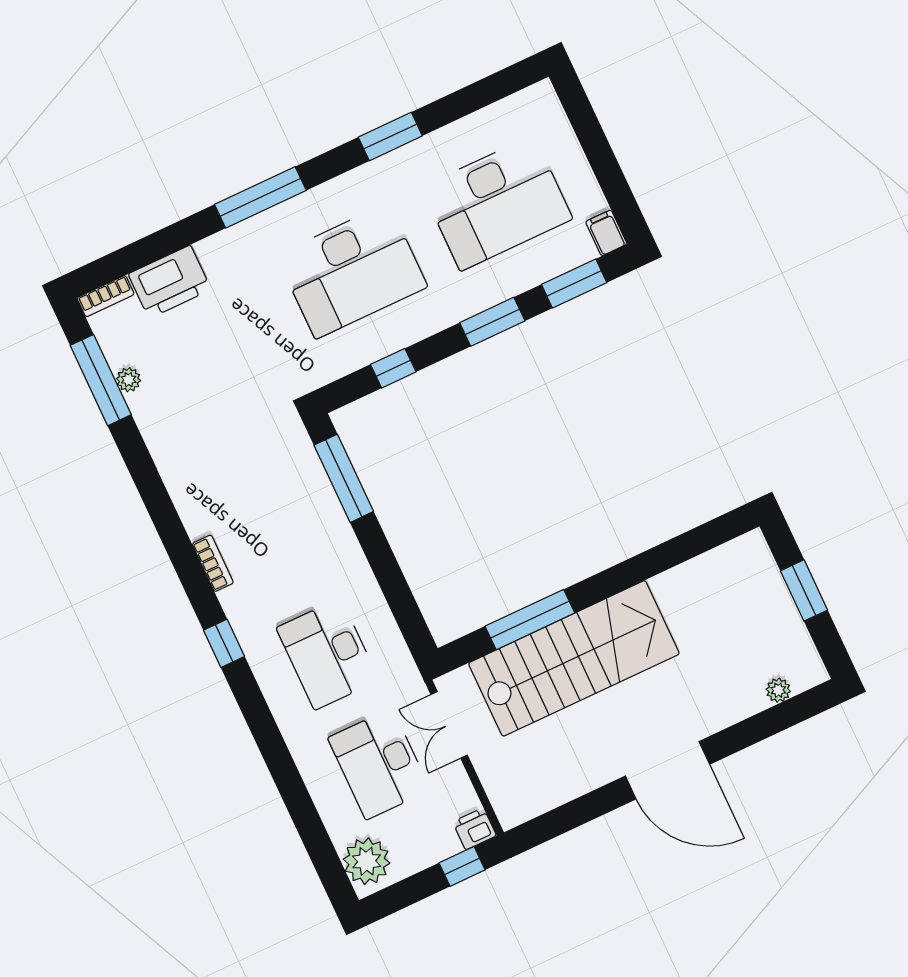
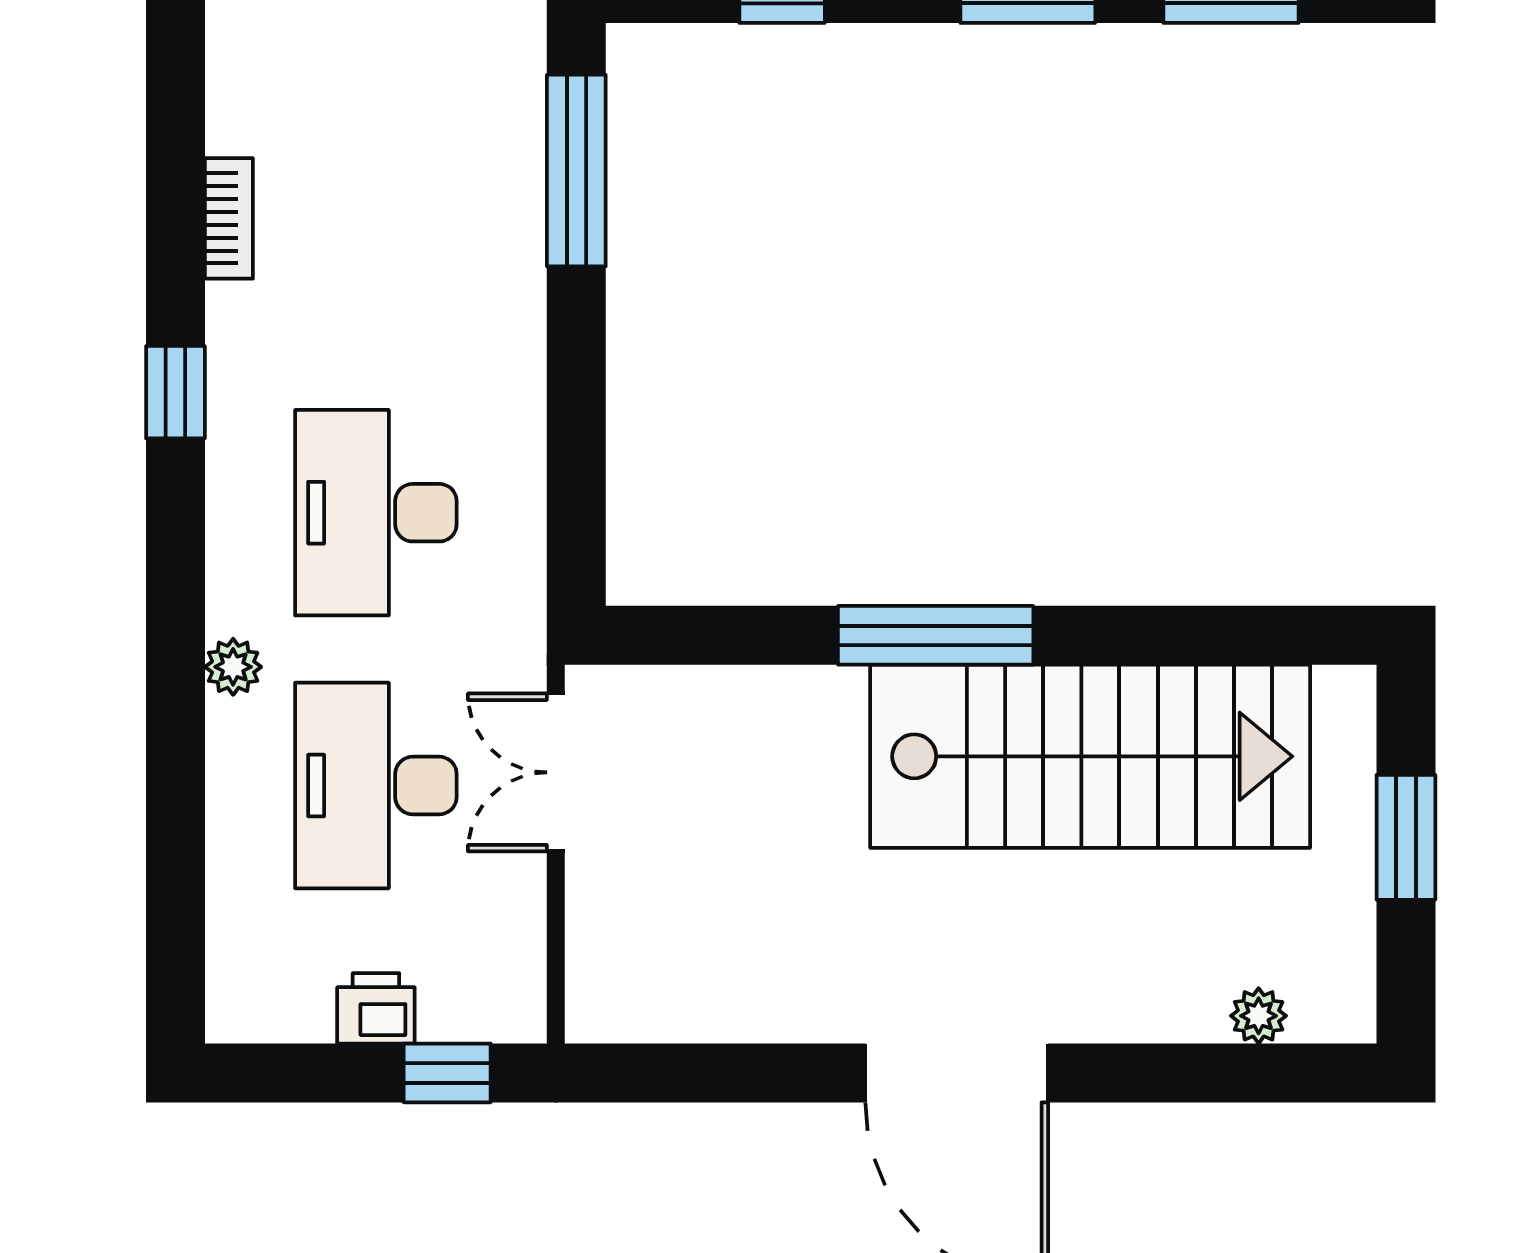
window: (530, 620) -> (936, 635), moved
stairs: (574, 658) -> (1090, 756), moved
printer: (474, 829) -> (376, 1008), moved
plant: (367, 861) -> (233, 667), moved, width x0.53, depth x0.53

